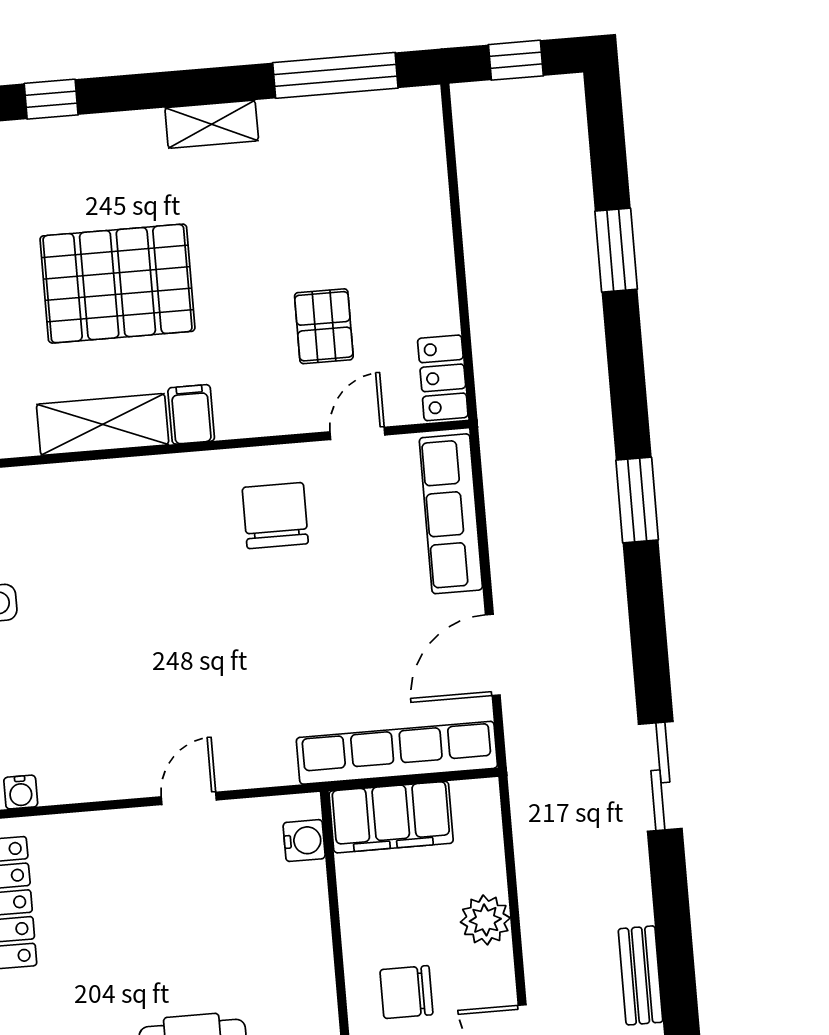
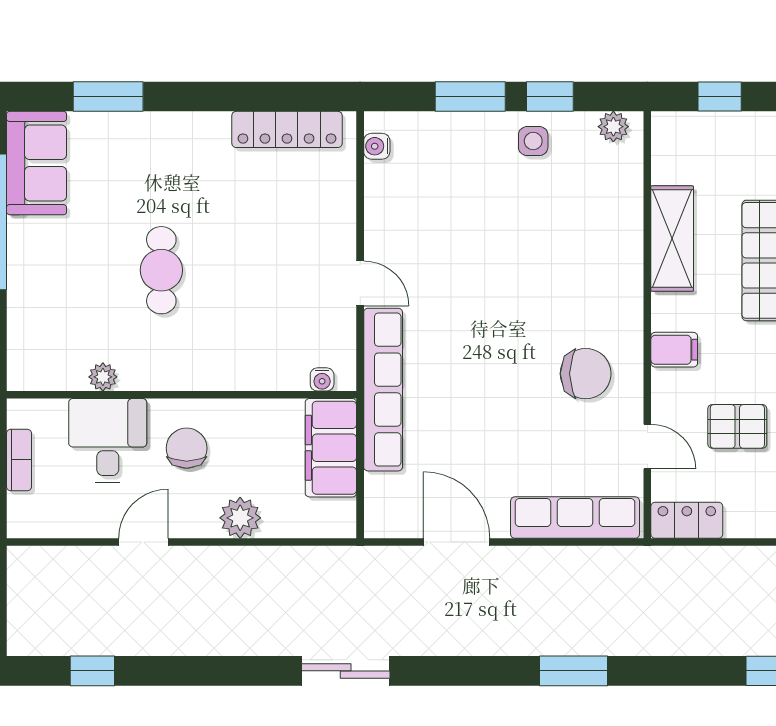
filing cabinet: (191, 414) -> (674, 350), moved
row of seats: (397, 753) -> (383, 390), moved
water cooler: (304, 841) -> (322, 379), width x0.72, depth x0.72
bench: (641, 975) -> (184, 641), removed

